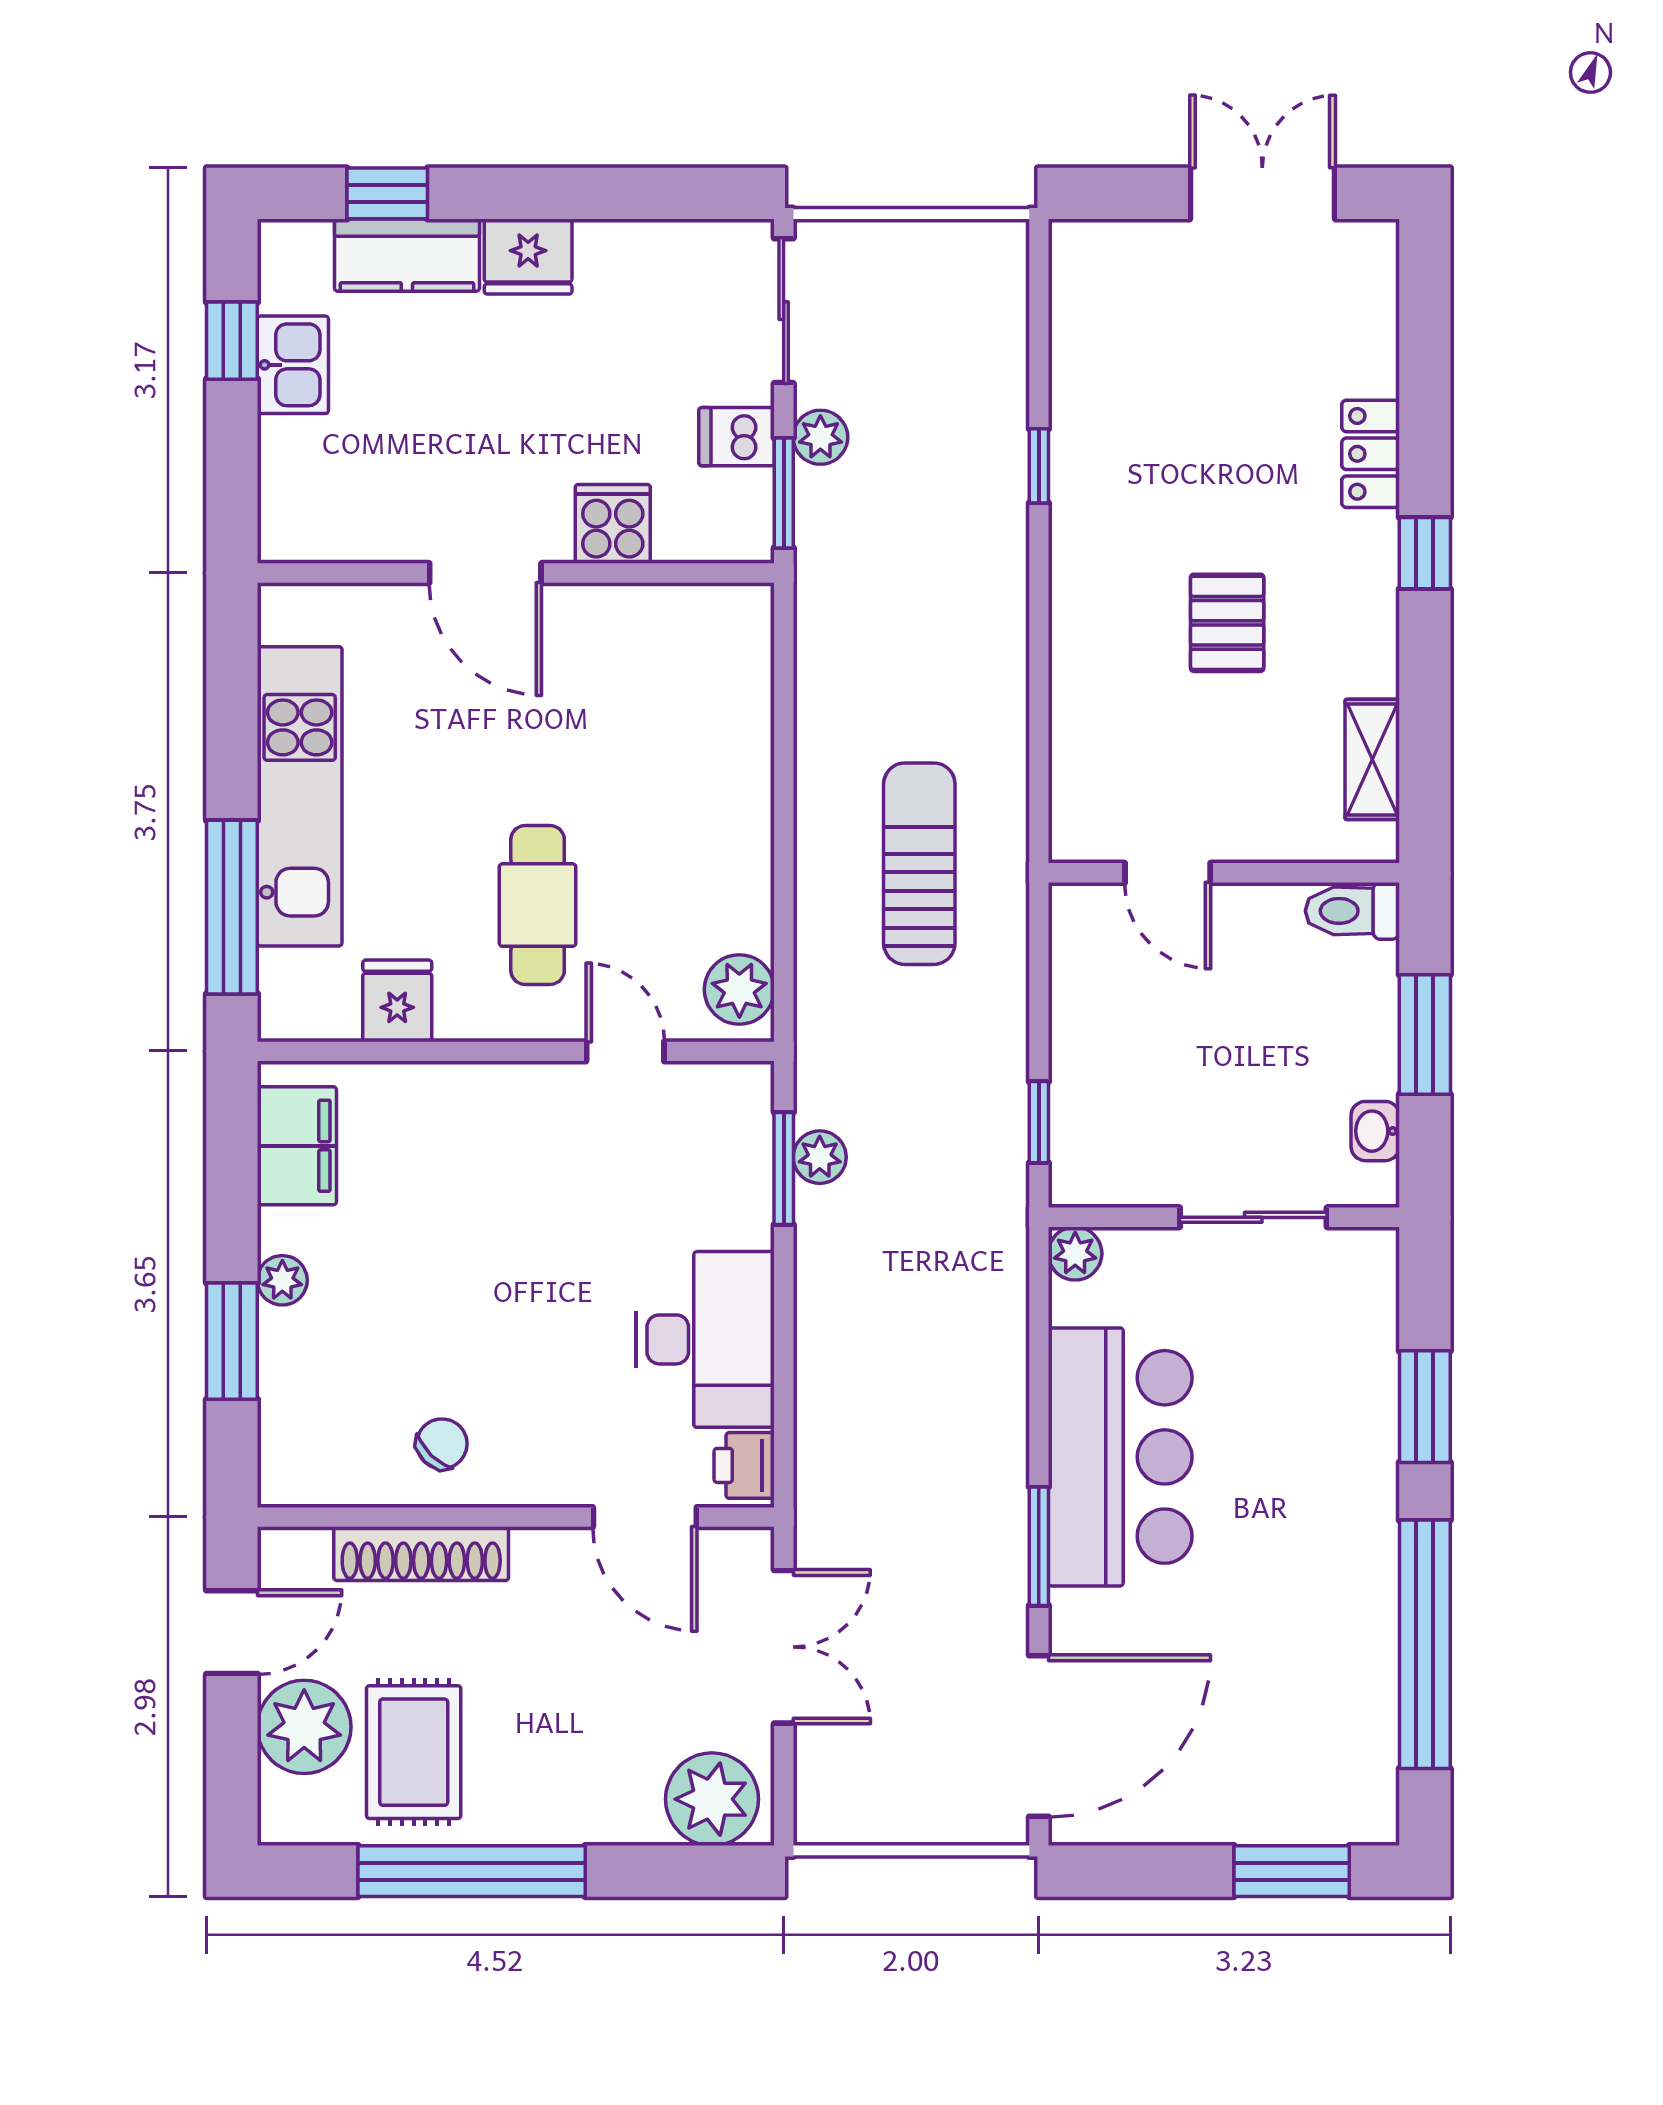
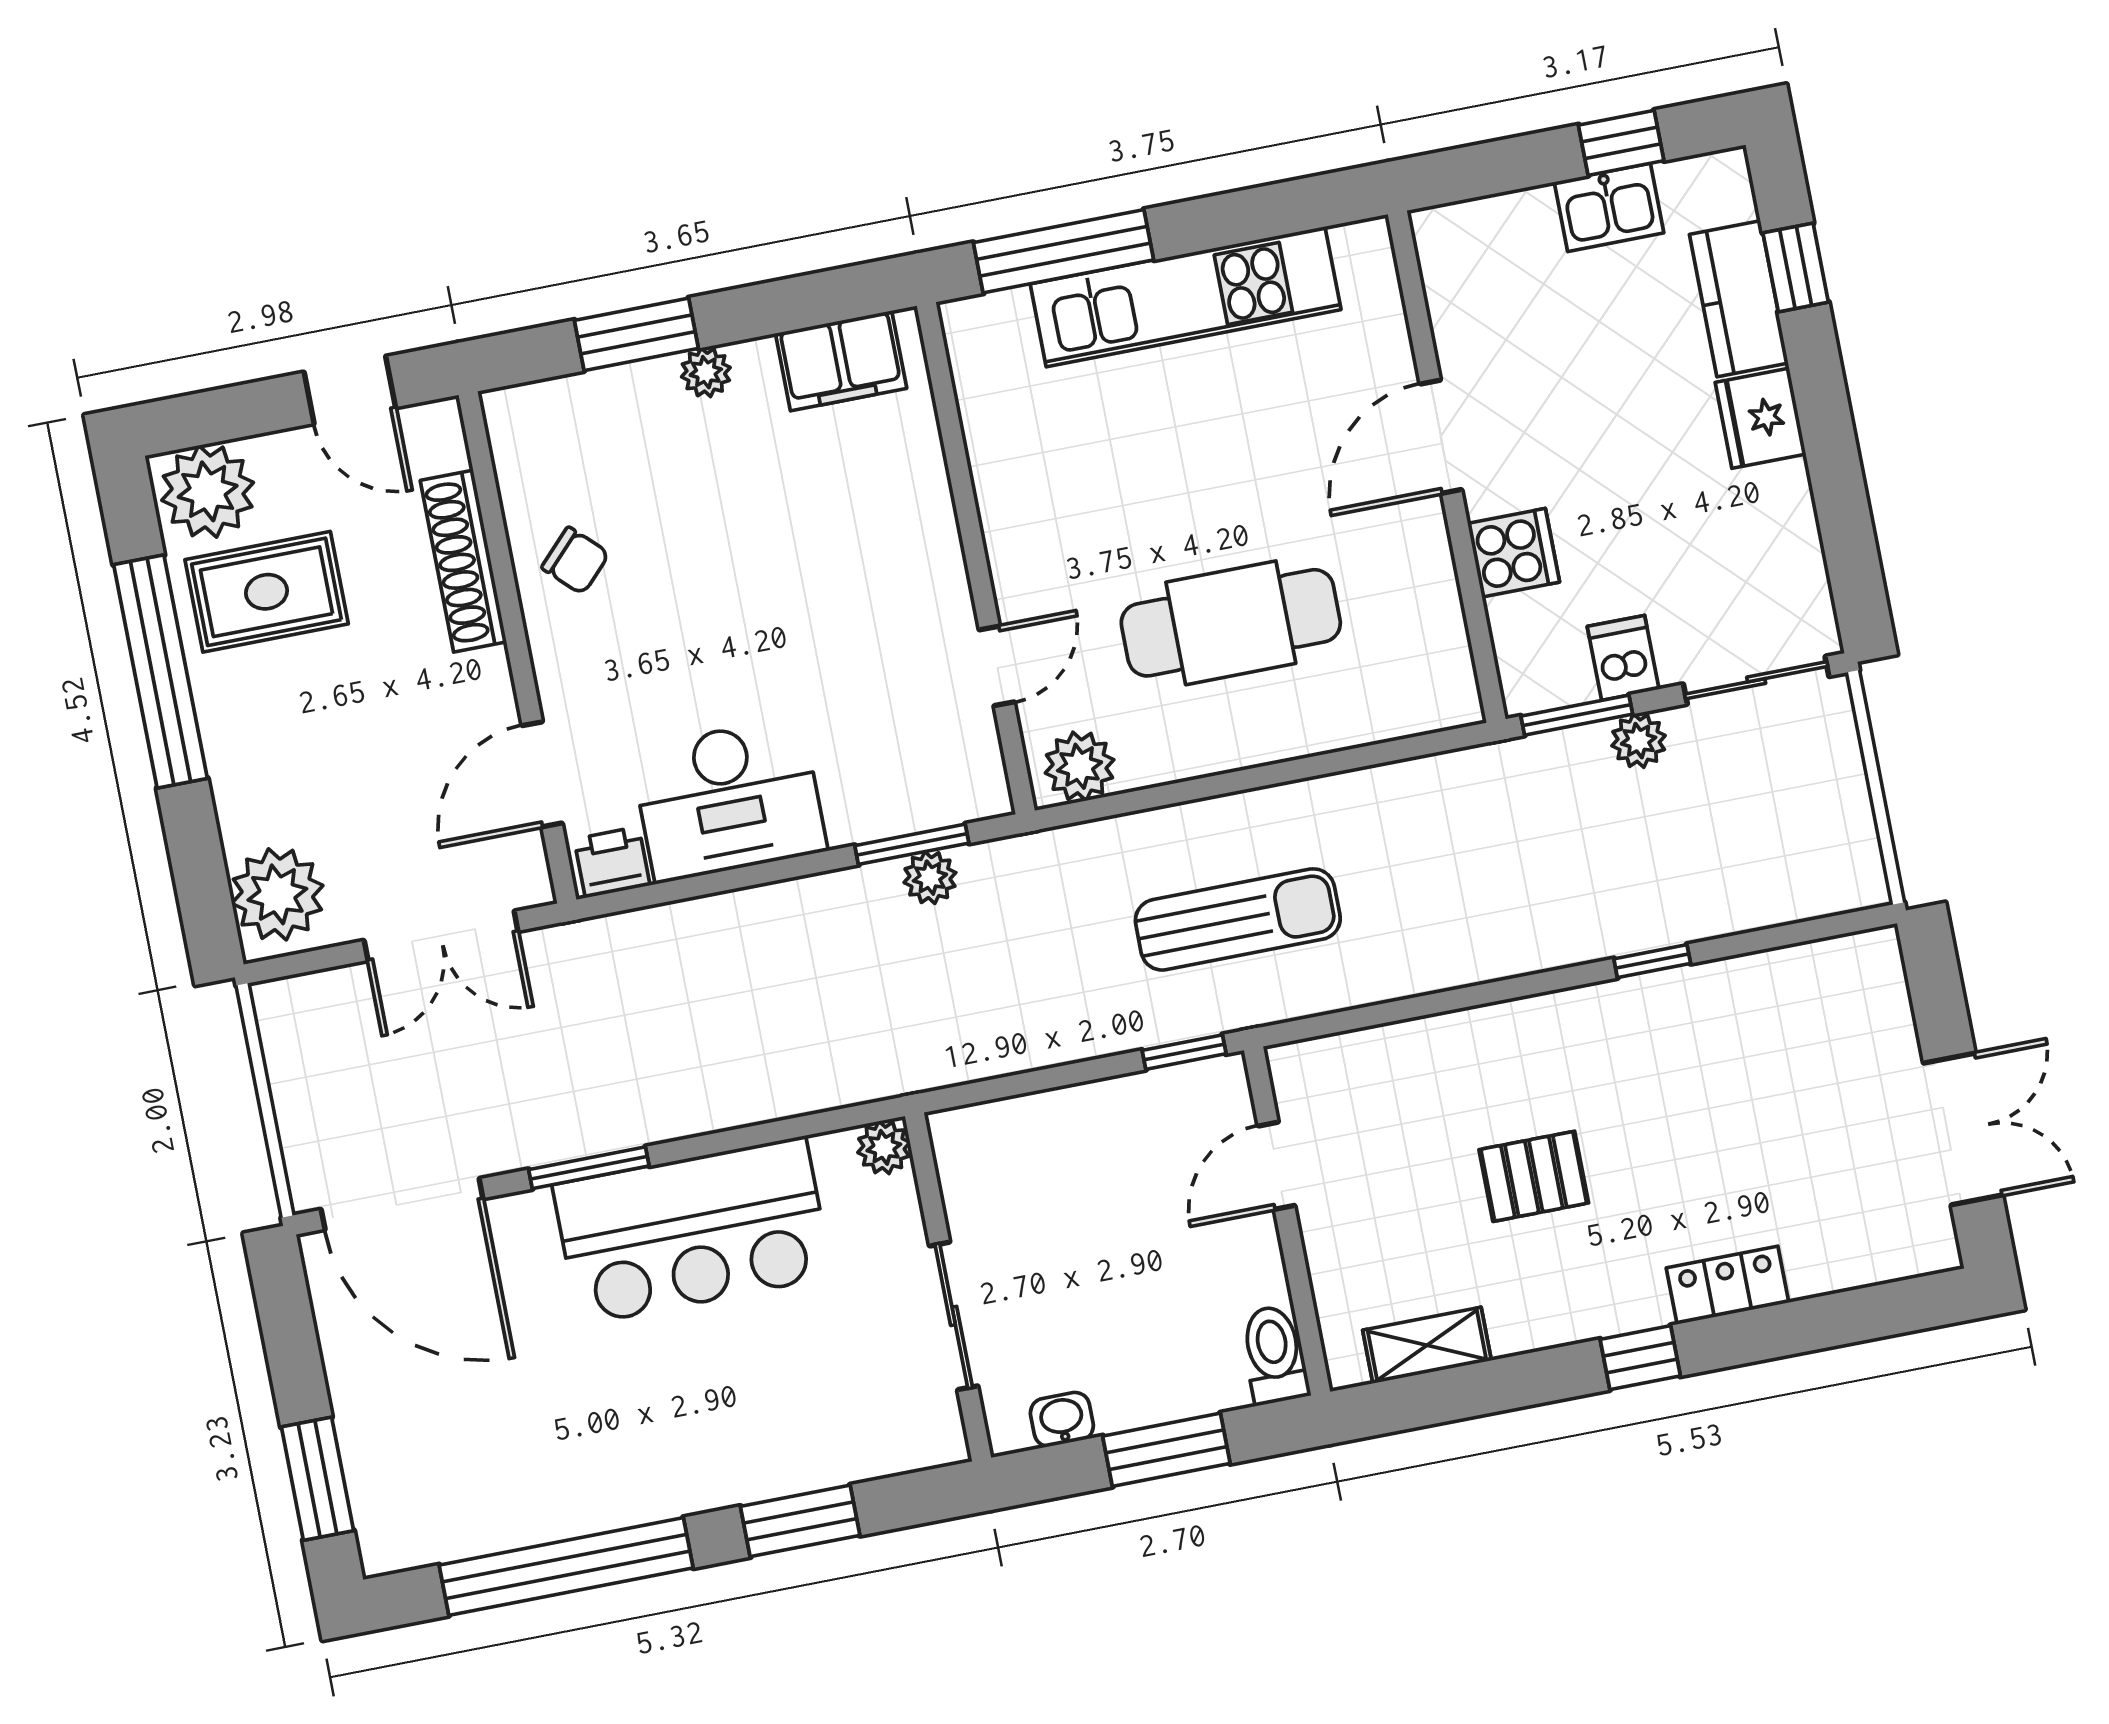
cafe table: (538, 905) -> (1231, 623), moved, width x1.37, depth x1.35
fridge: (397, 1001) -> (1003, 432), removed
window: (1039, 1122) -> (1184, 1052), moved
plant: (304, 1727) -> (208, 491), moved

